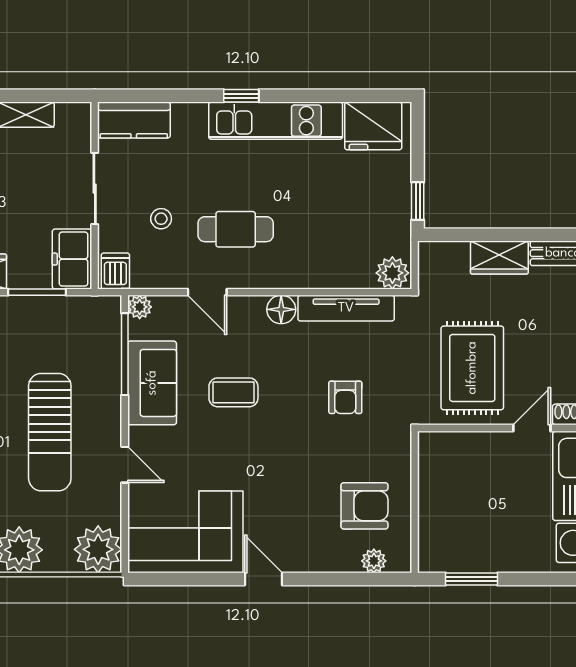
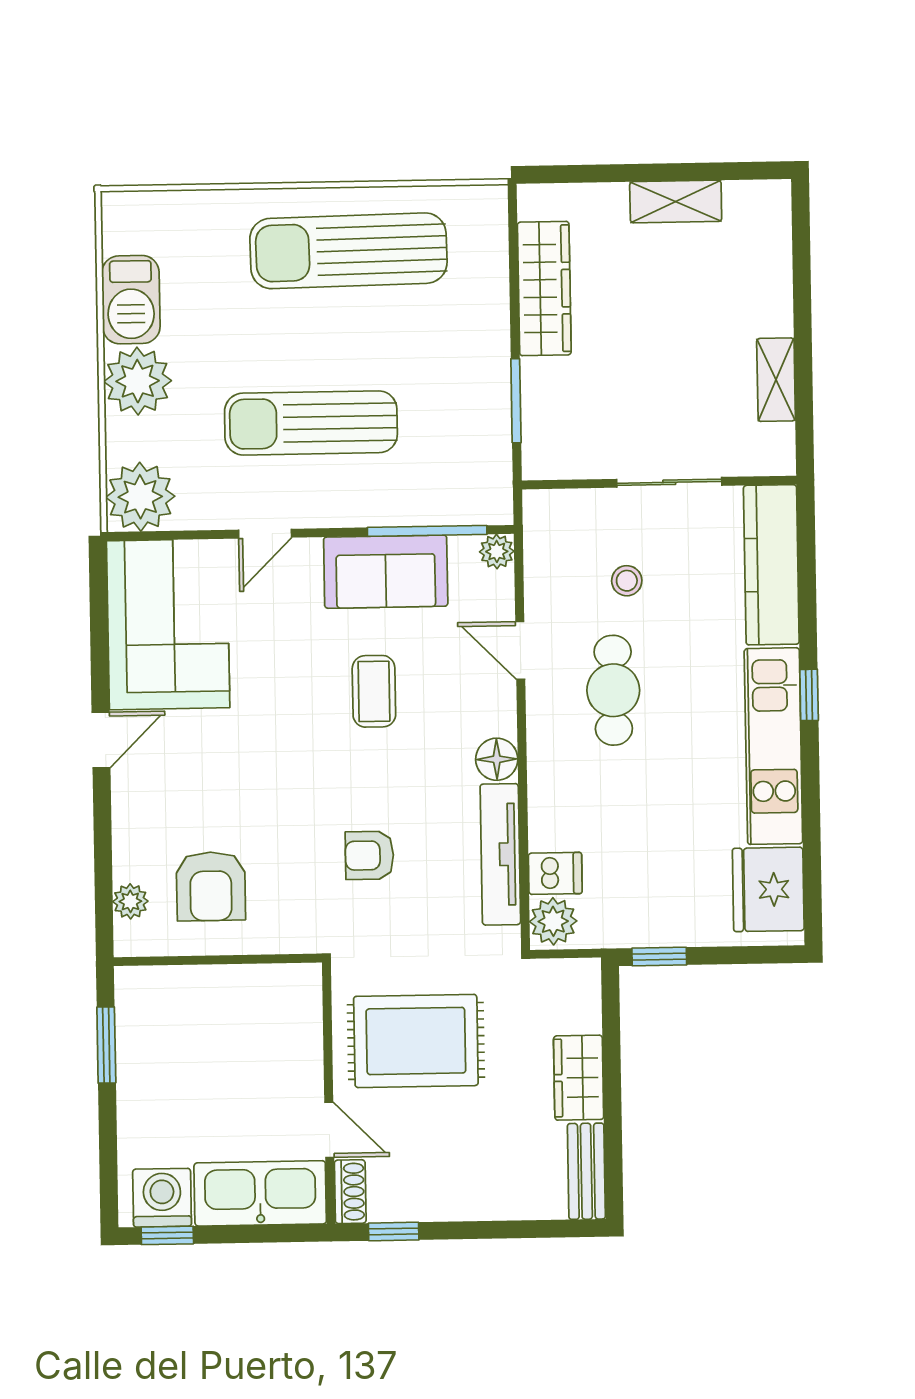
kitchen counter: (134, 120) -> (771, 565), width x1.50
freezer: (72, 259) -> (565, 451), removed
dishwasher: (115, 271) -> (555, 873), moved
door: (207, 292) -> (520, 650), hinge flipped

